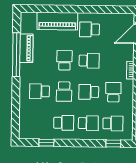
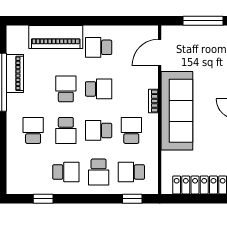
school desk: (39, 91) -> (33, 130), turned 90
school desk: (88, 123) -> (99, 172), turned 90
school desk: (113, 123) -> (131, 172), turned 180

